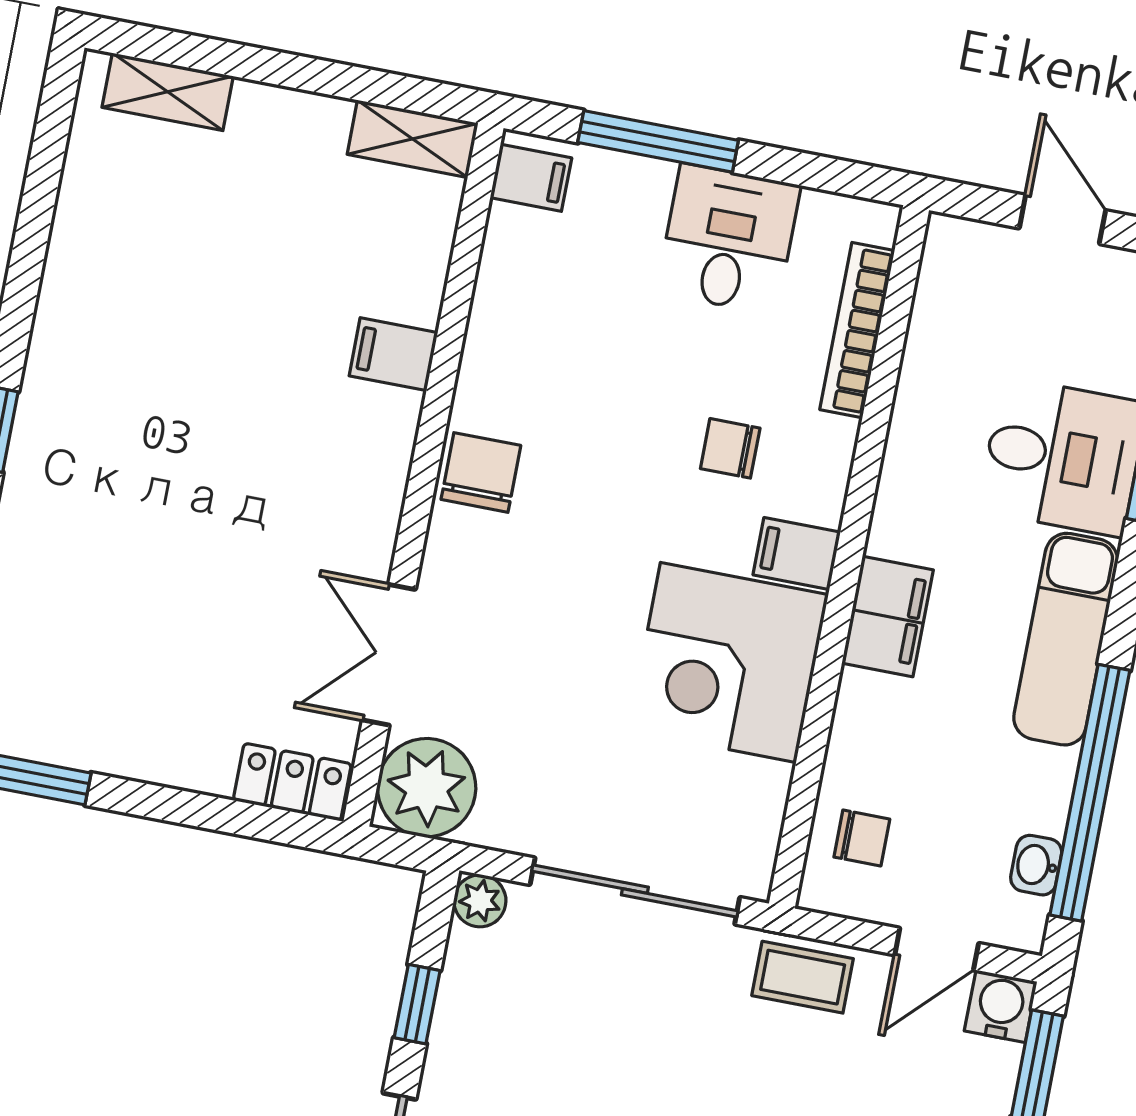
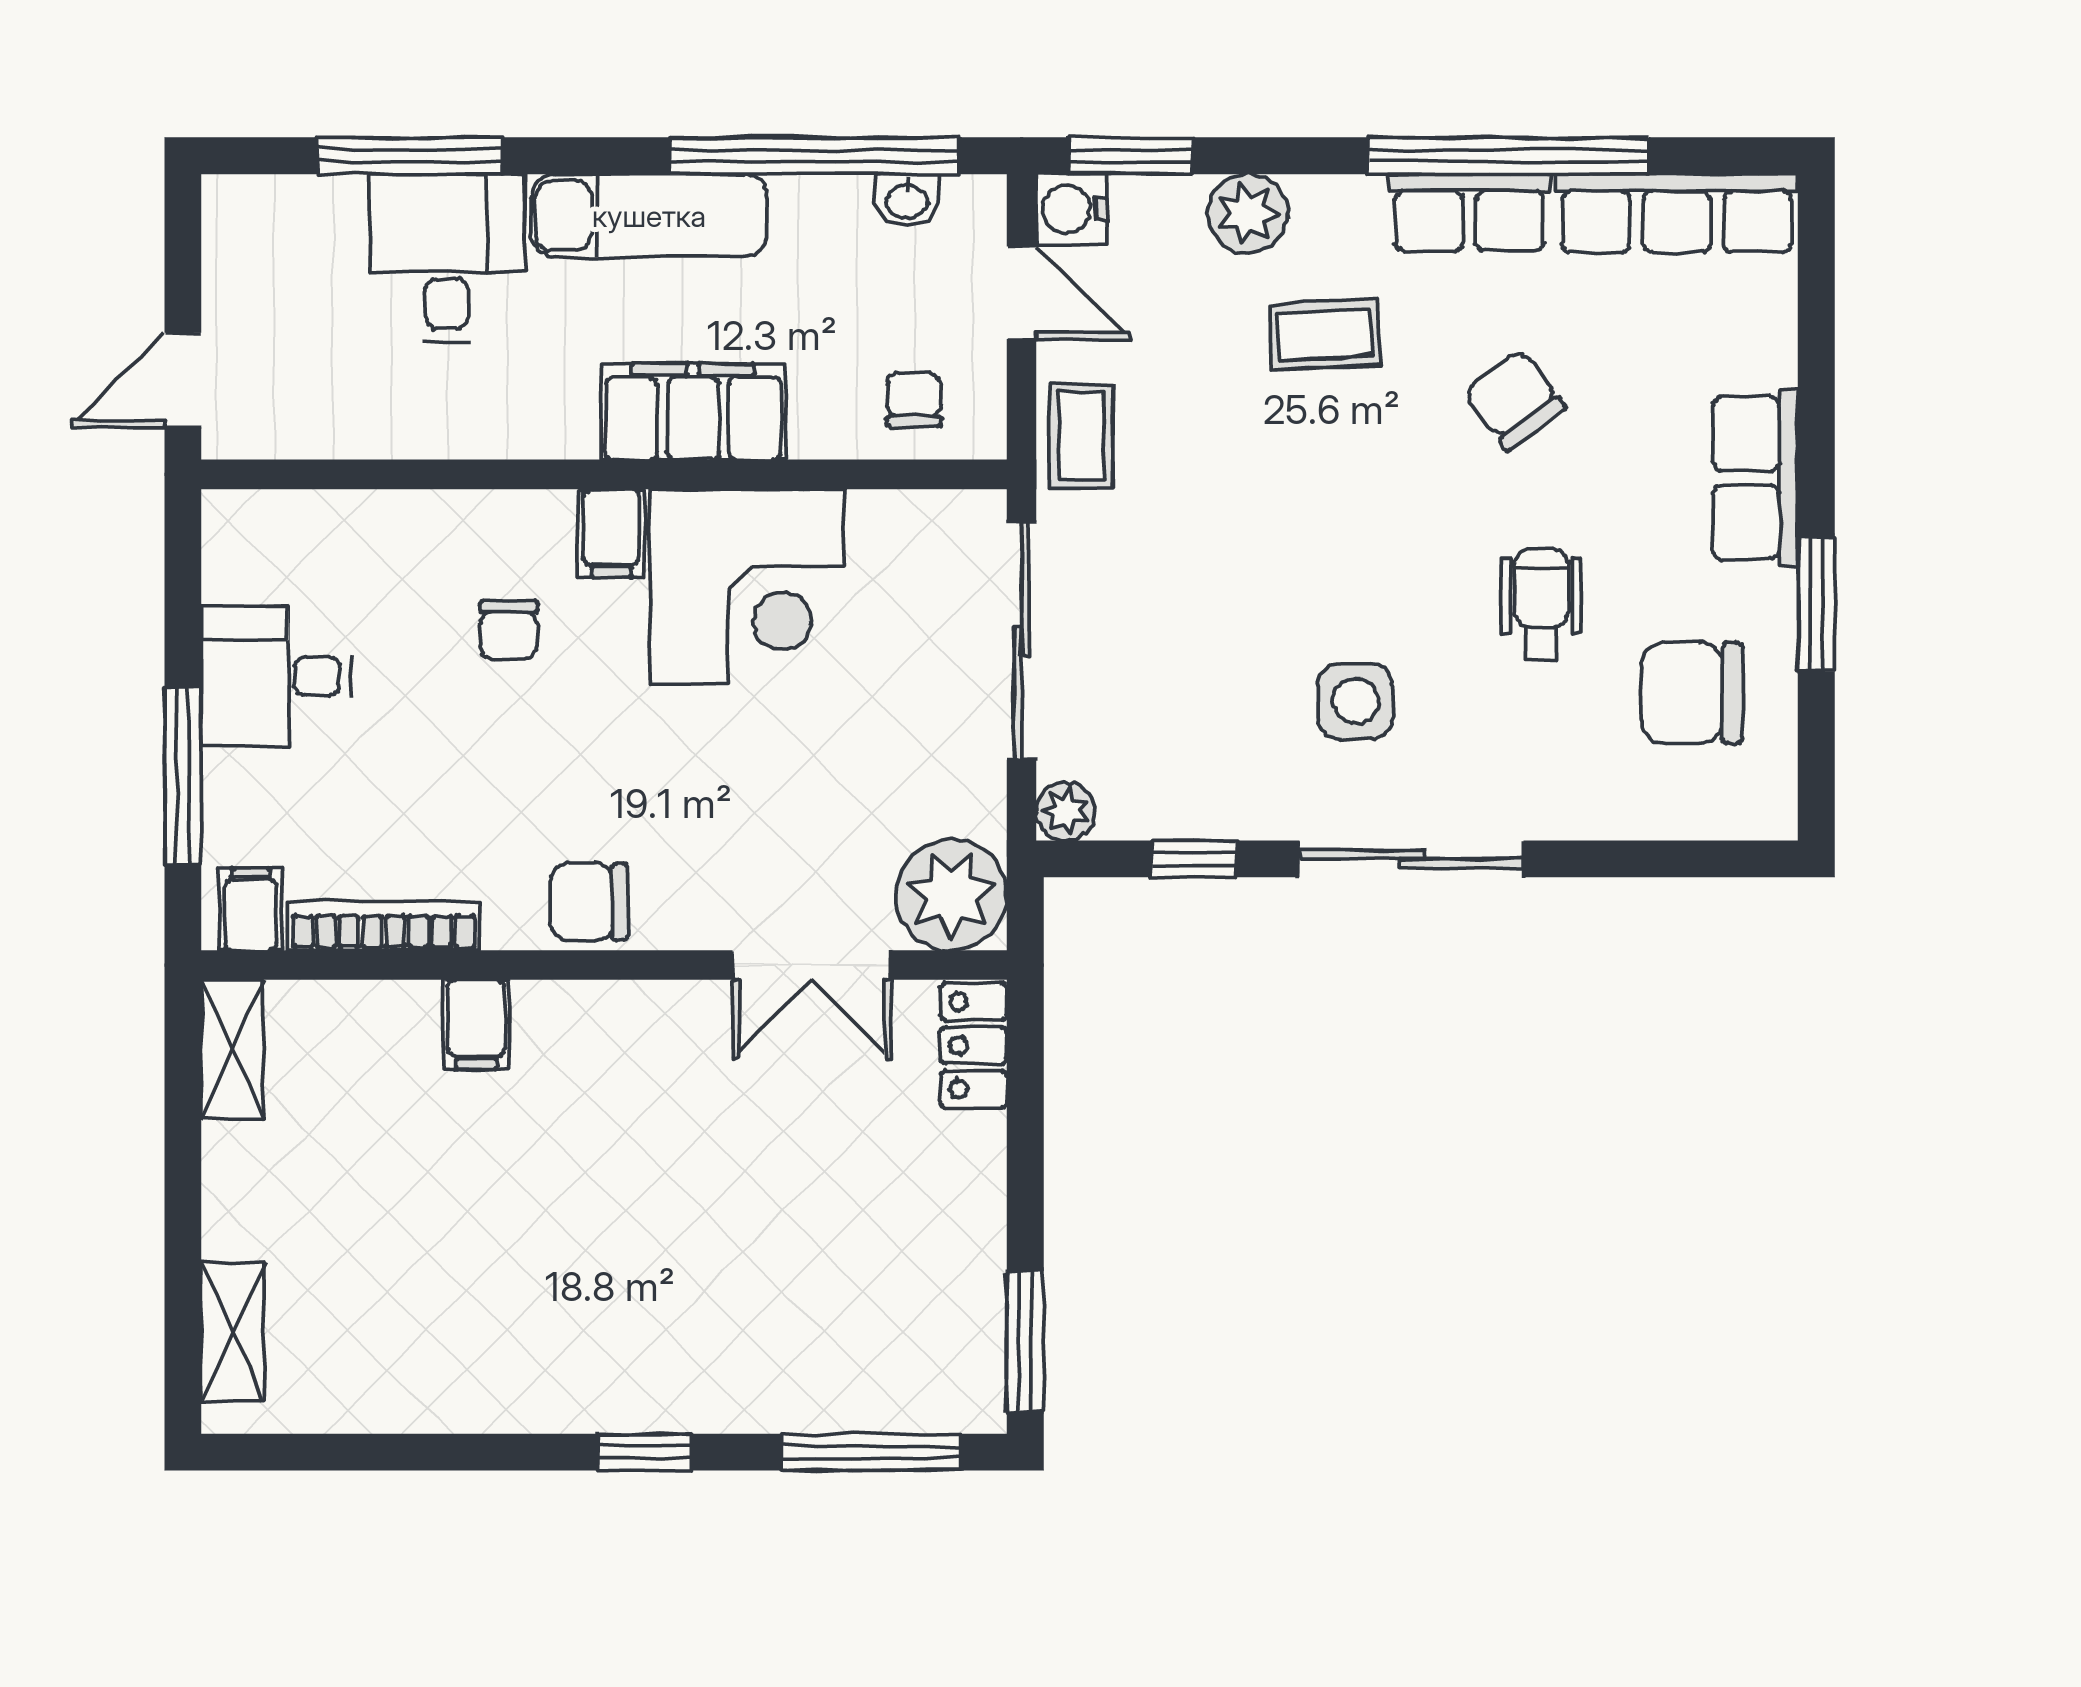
door: (1062, 219) -> (183, 380), moved
bookcase: (857, 330) -> (384, 926), moved, turned 180
filing cabinet: (888, 617) -> (693, 412), width x1.50, depth x1.17

